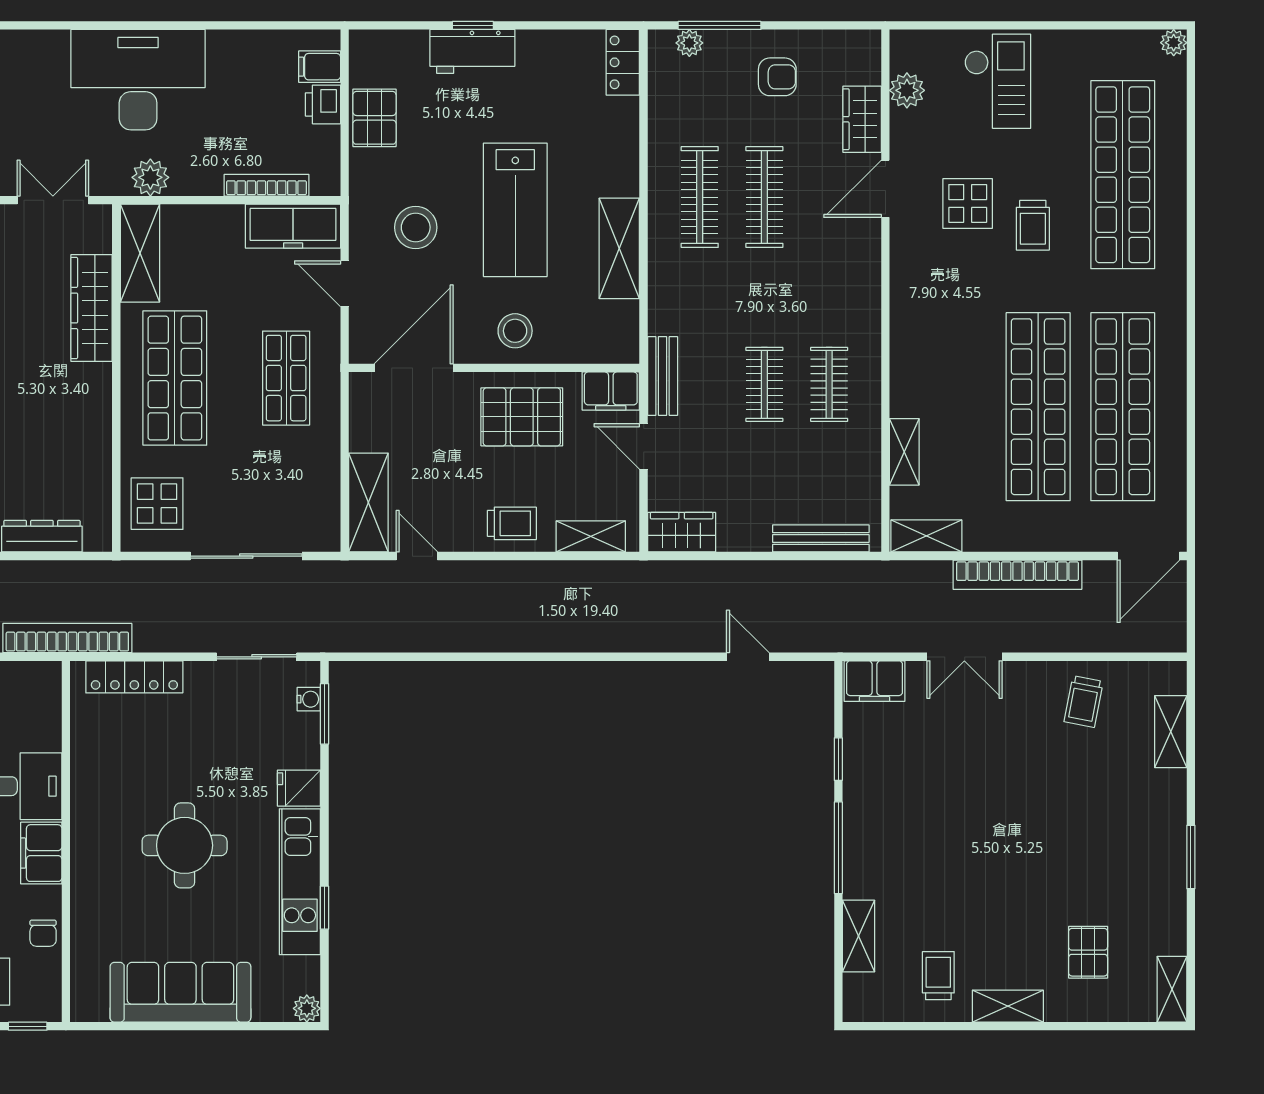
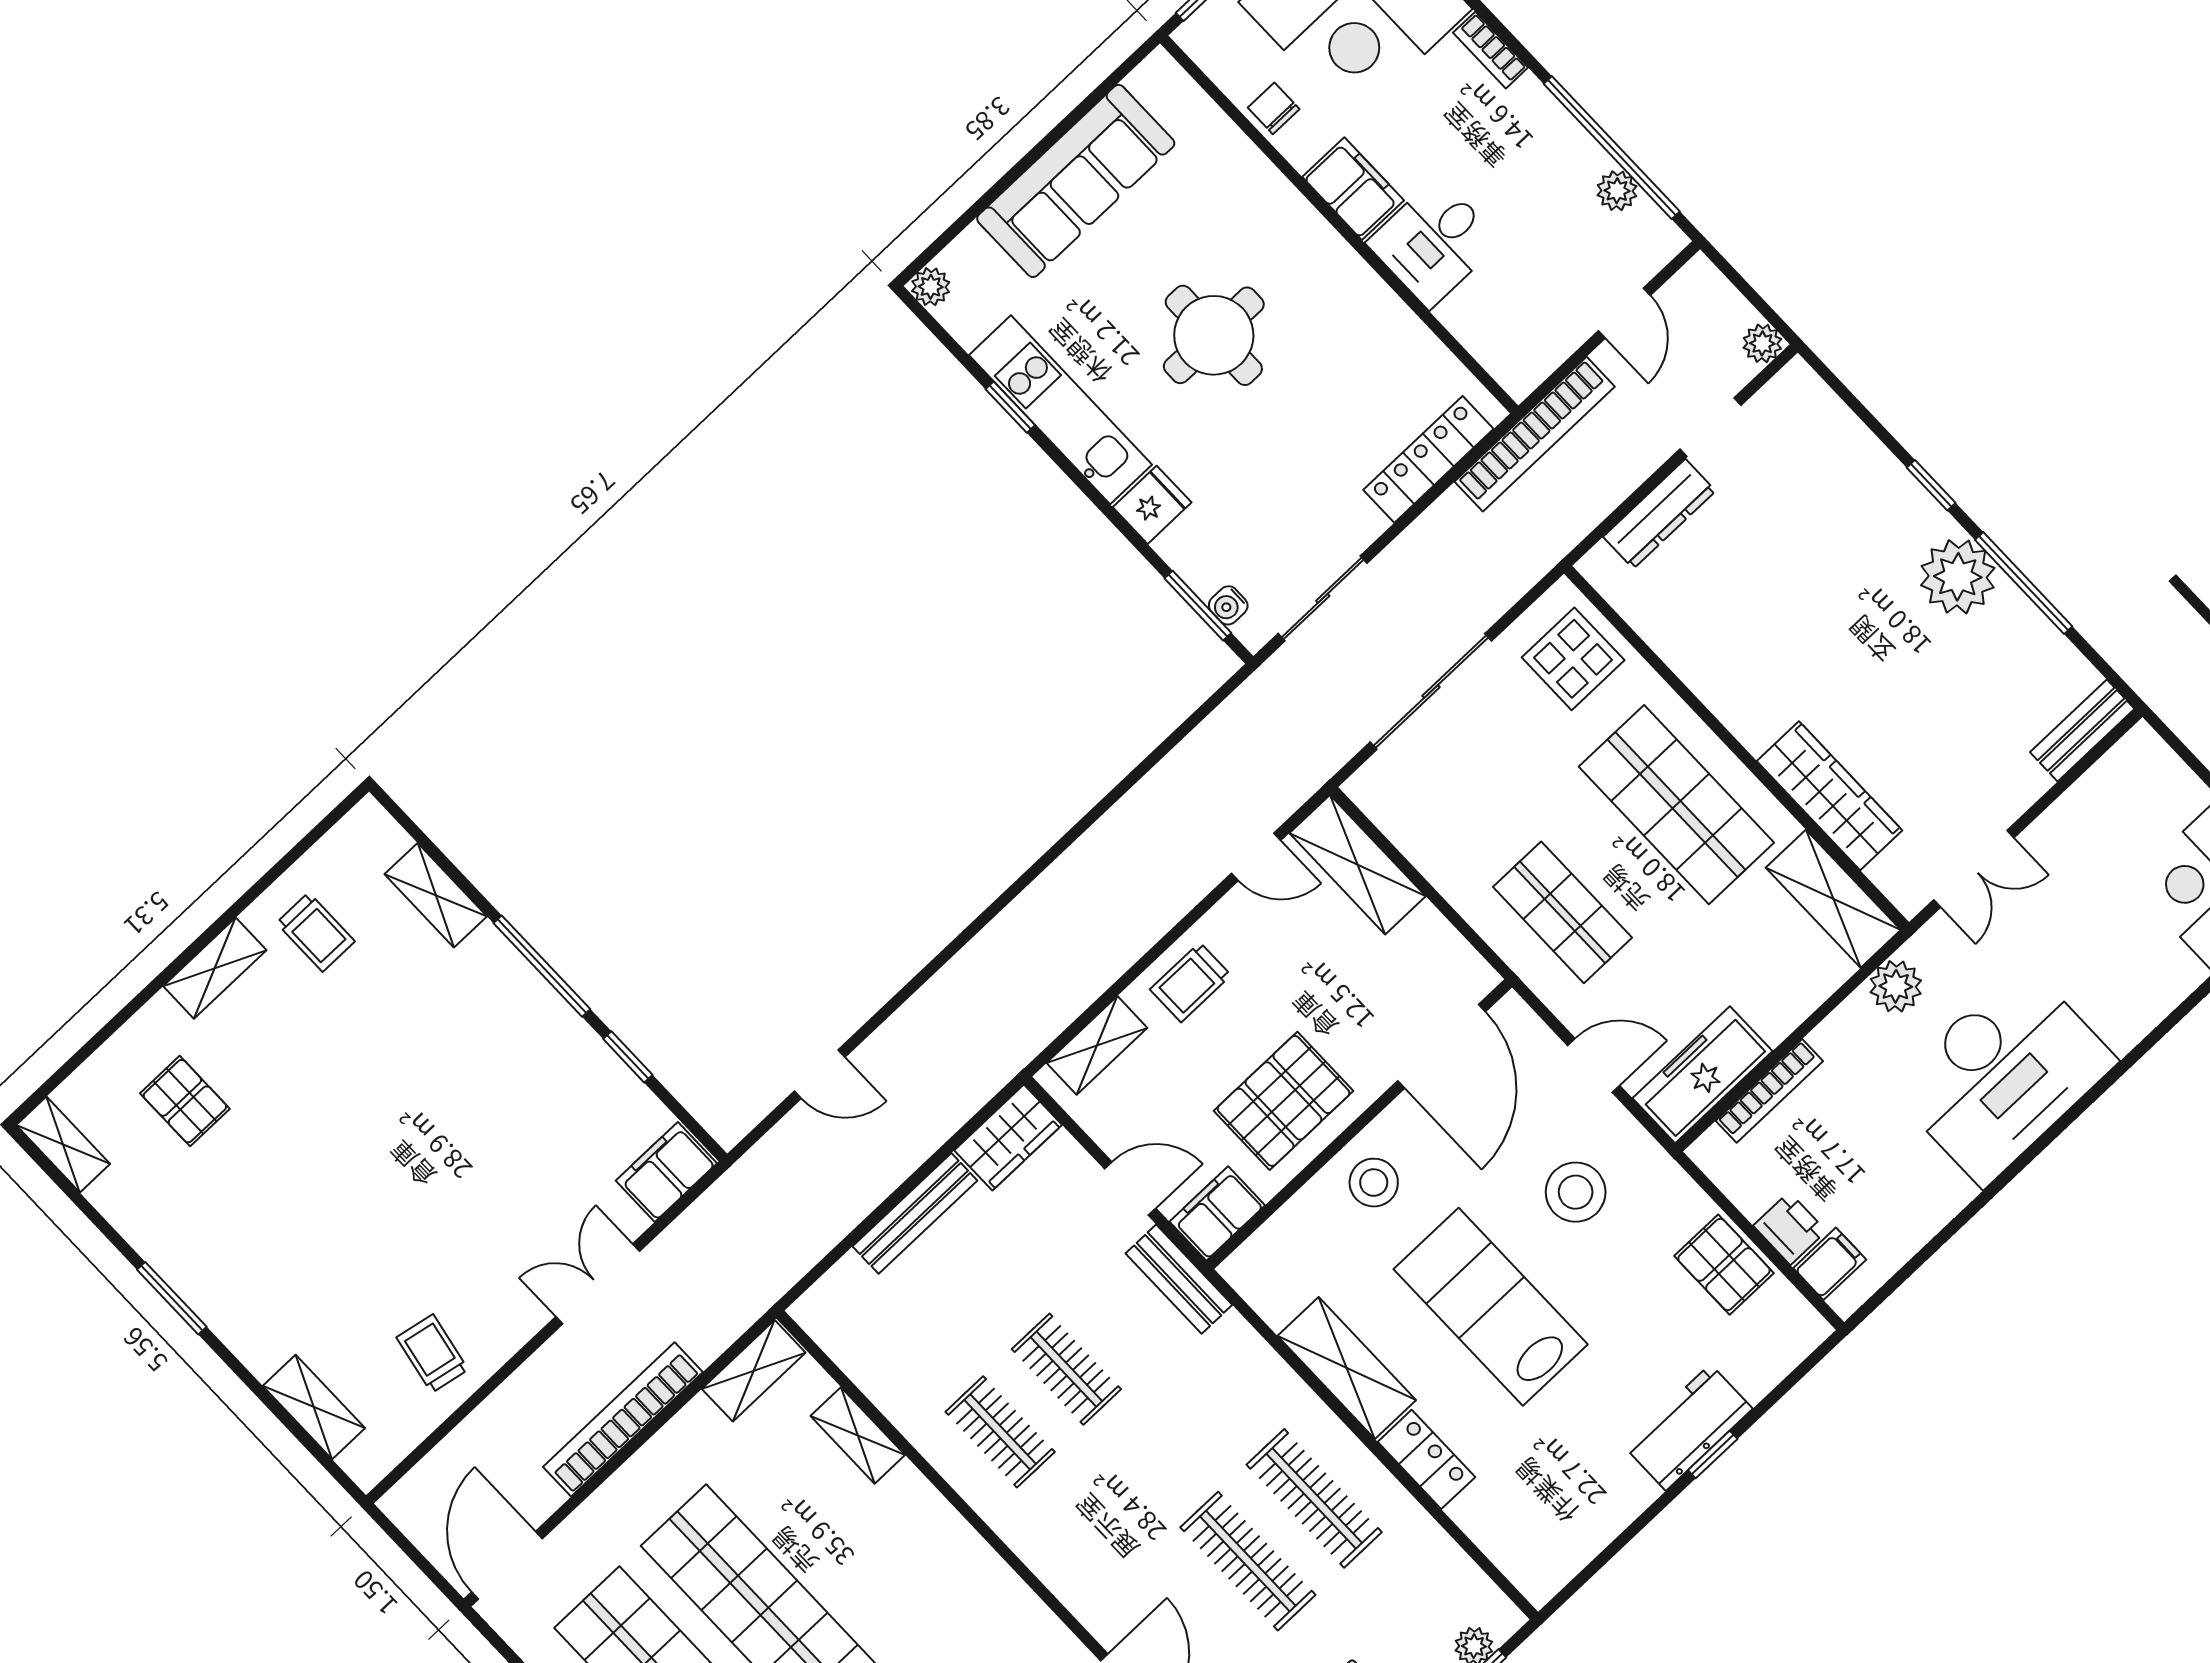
locker: (623, 62) -> (1426, 1459), moved
bench: (821, 538) -> (915, 1213), moved

